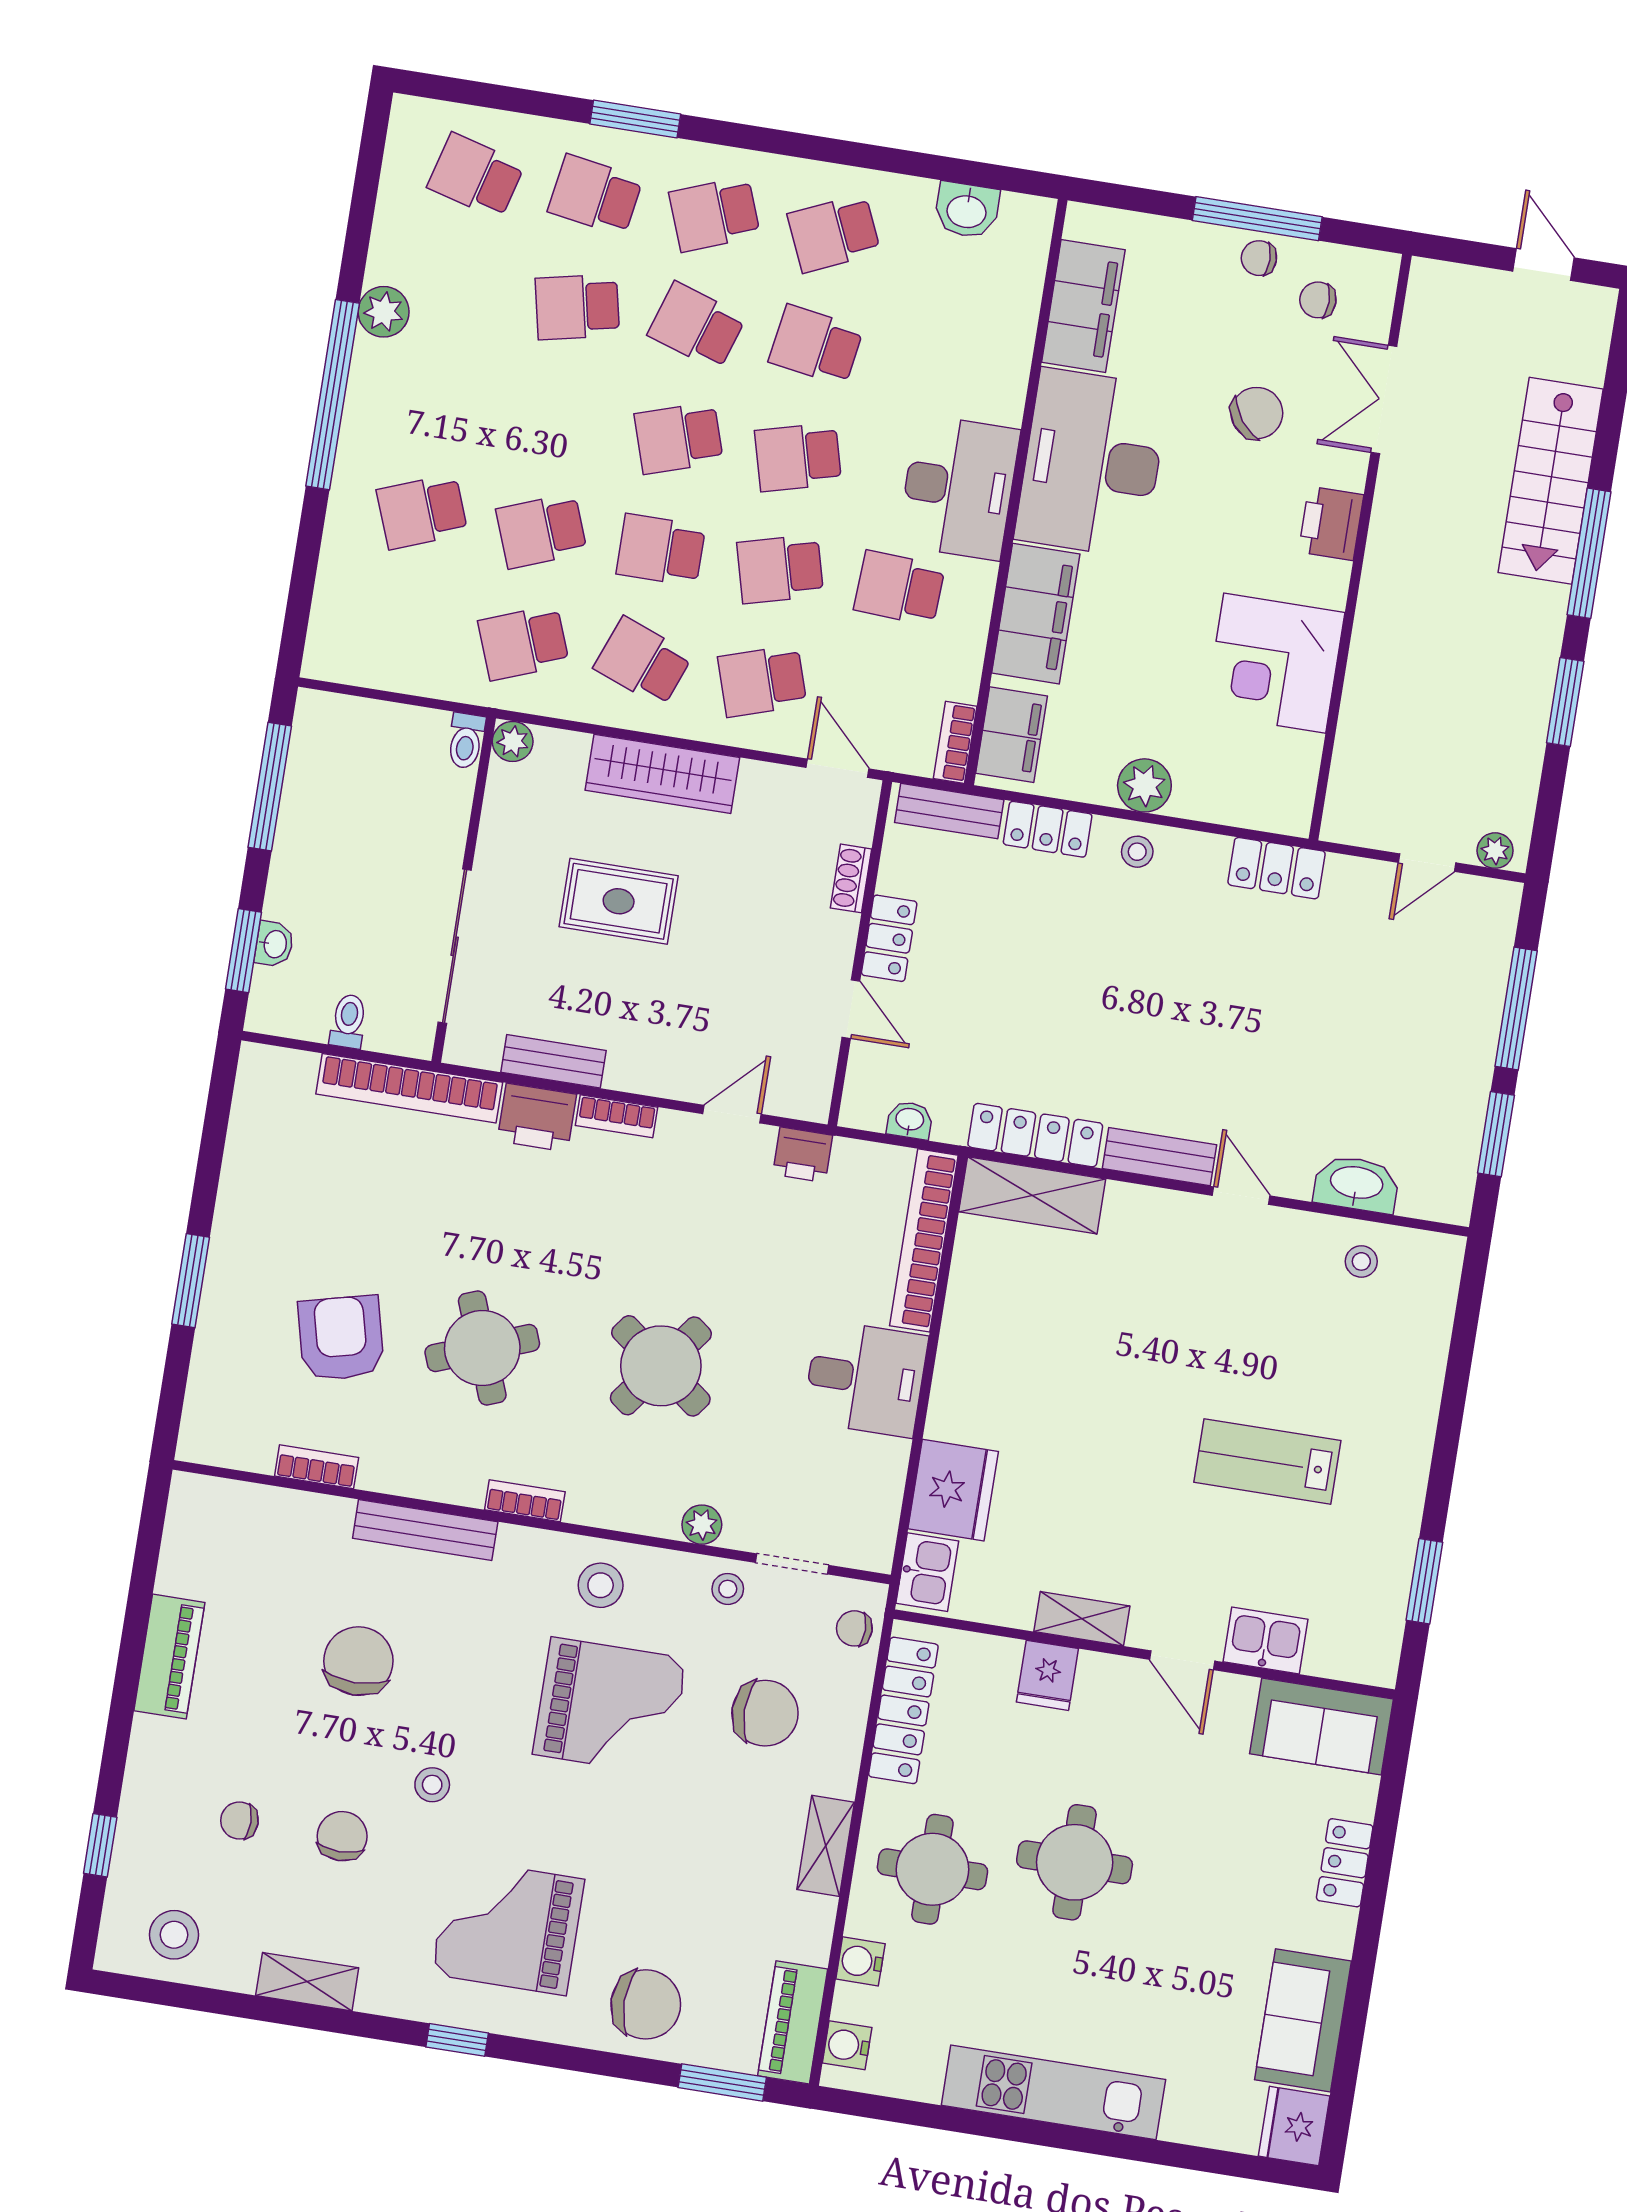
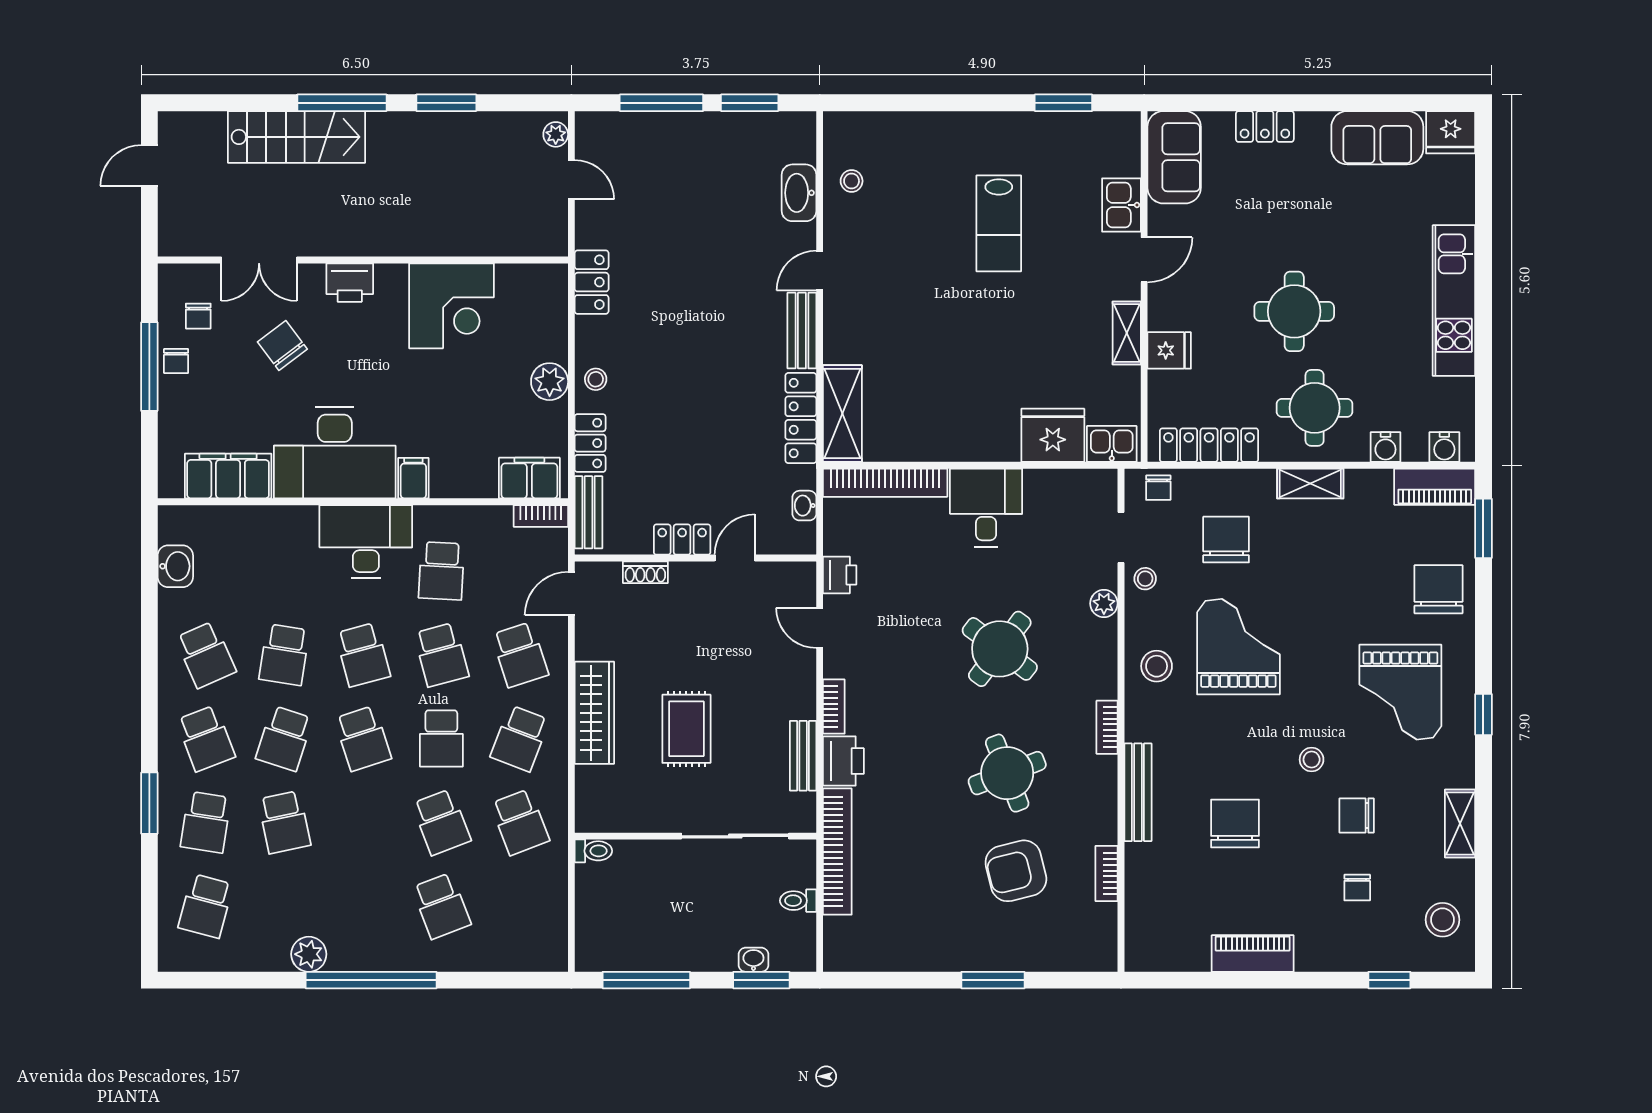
filing cabinet: (1036, 614) -> (413, 478), width x0.33, depth x0.86
plant: (513, 741) -> (589, 819), removed
chair: (358, 1661) -> (1235, 824), turned 90

